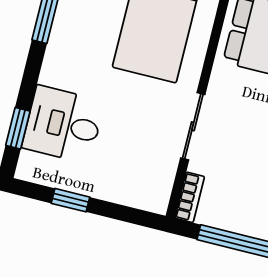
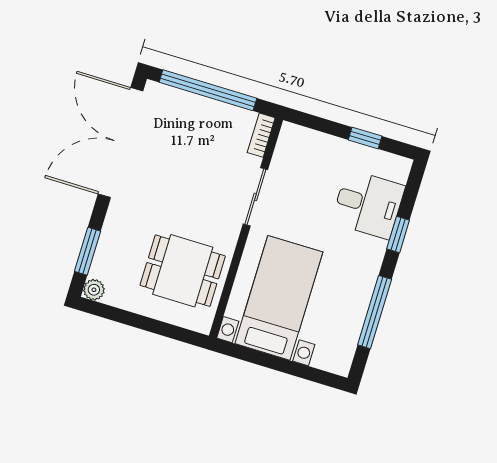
window: (18, 128) -> (398, 235), moved

